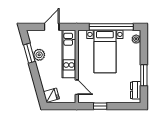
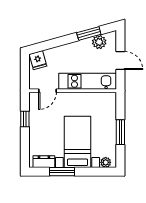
window: (111, 27) -> (120, 132), width x0.47
bed with nightstands: (105, 52) -> (78, 142), moved, turned 90
plant: (39, 55) -> (99, 42), moved

